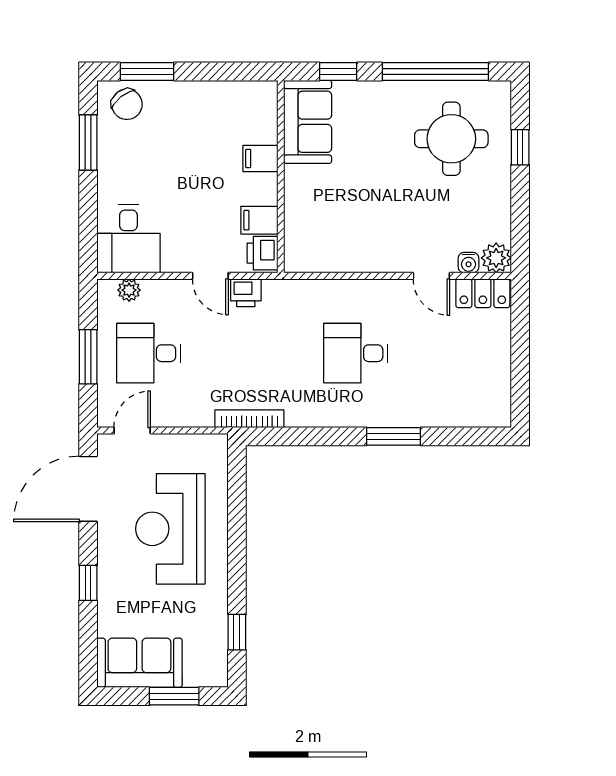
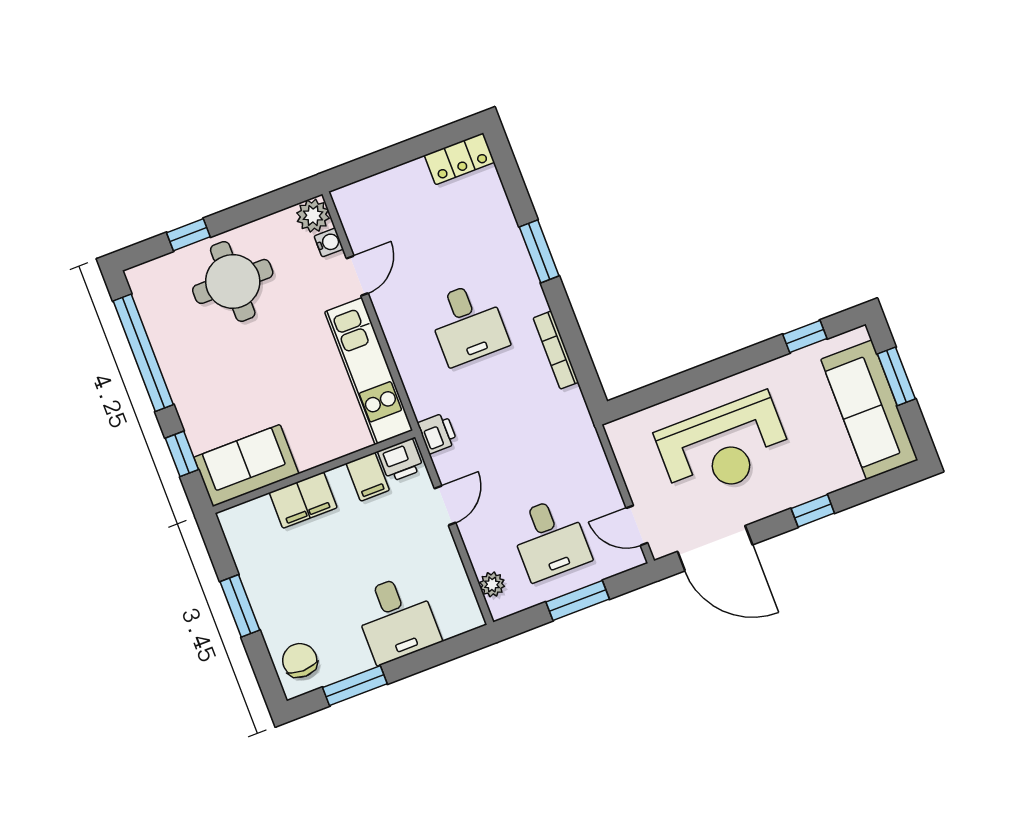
window: (147, 72) -> (240, 606), moved
chair: (127, 104) -> (300, 660), turned -52
round table: (451, 139) -> (233, 281), moved
filing cabinet: (260, 158) -> (303, 500), width x2.00
desk: (128, 239) -> (397, 619), moved, turned 90
kitchen unit: (348, 255) -> (369, 371), added
printer: (246, 293) -> (437, 433), moved
locker: (483, 293) -> (459, 159), moved, turned 90
bookcase: (249, 419) -> (556, 350), moved
sofa: (139, 663) -> (869, 410), width x1.36

